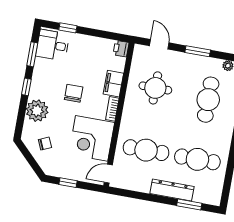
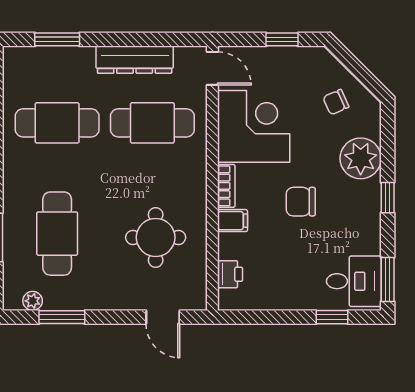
printer: (121, 49) -> (230, 274), moved
window: (198, 51) -> (62, 317), moved
window: (32, 54) -> (388, 279), moved
filing cabinet: (113, 84) -> (232, 221), width x0.50
chair: (74, 93) -> (301, 202), turned 90
door: (108, 174) -> (212, 68), hinge flipped
dresser: (172, 190) -> (135, 60), moved

